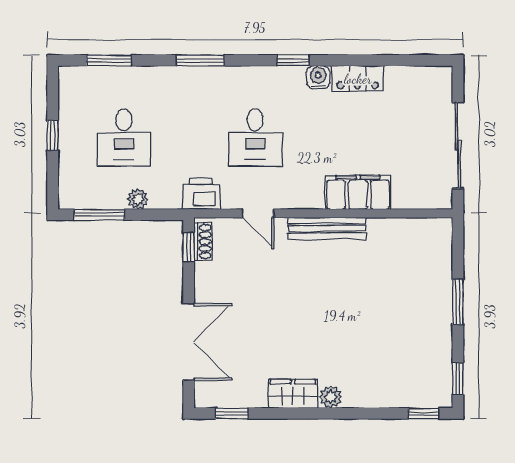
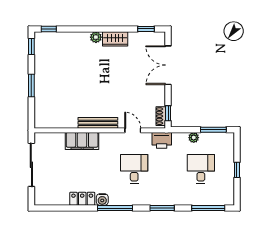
window: (109, 60) -> (208, 208), width x1.44
window: (293, 60) -> (115, 208), width x2.17

